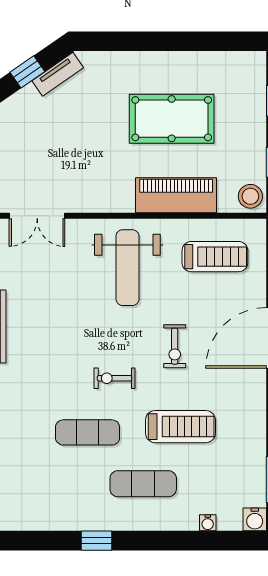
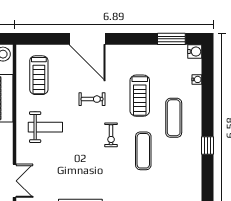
treadmill: (215, 257) -> (39, 75), turned 180
weight bench: (127, 268) -> (45, 127), width x0.73, depth x0.75
treadmill: (180, 427) -> (140, 96), turned 180

